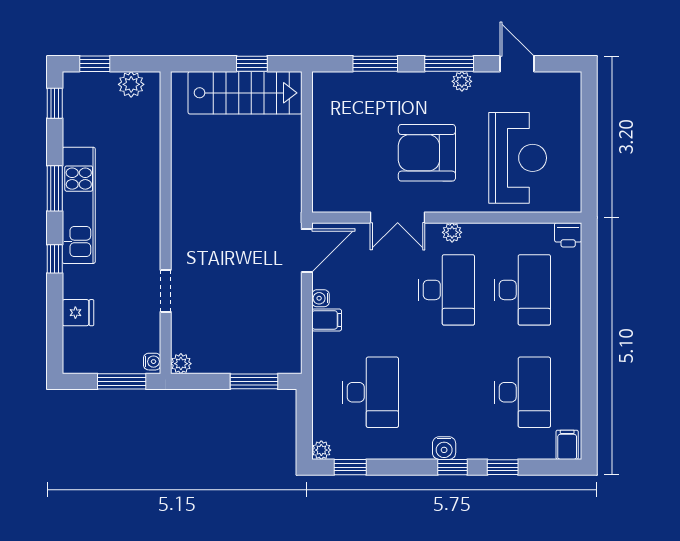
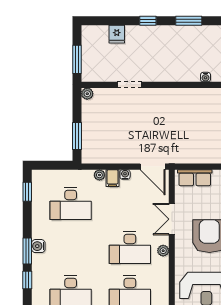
row of seats: (326, 178) -> (195, 178), added
kitchen unit: (79, 205) -> (179, 35), removed
water cooler: (152, 362) -> (206, 77), moved
plant: (321, 450) -> (99, 175), moved
window: (452, 467) -> (27, 251), width x1.50

